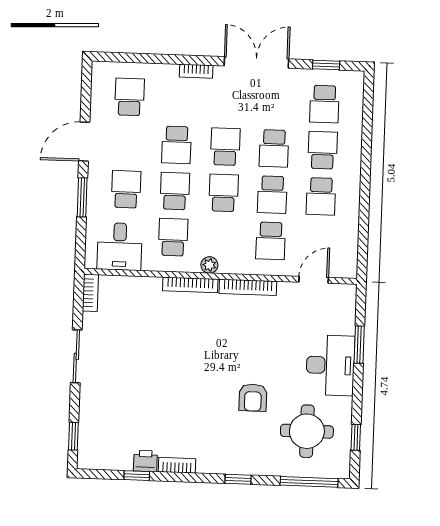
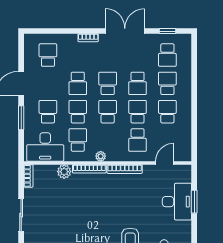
school desk: (272, 195) -> (138, 112), turned 180
school desk: (321, 196) -> (167, 112), turned 180
desk: (120, 247) -> (45, 147), width x1.37
plant: (149, 288) -> (64, 172), added
desk: (330, 365) -> (177, 202), moved

